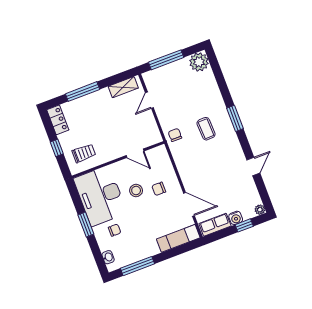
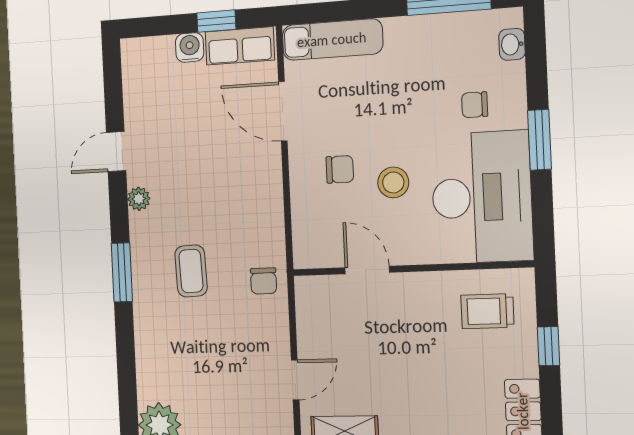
plant: (260, 210) -> (139, 199), moved
window: (244, 225) -> (216, 21), moved

